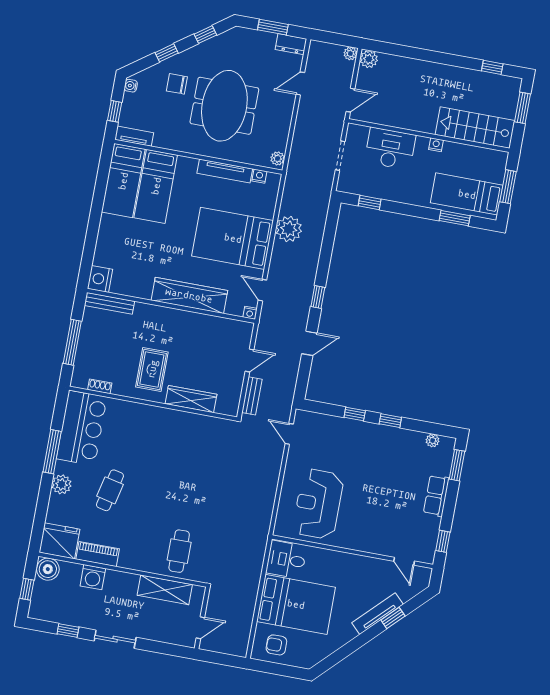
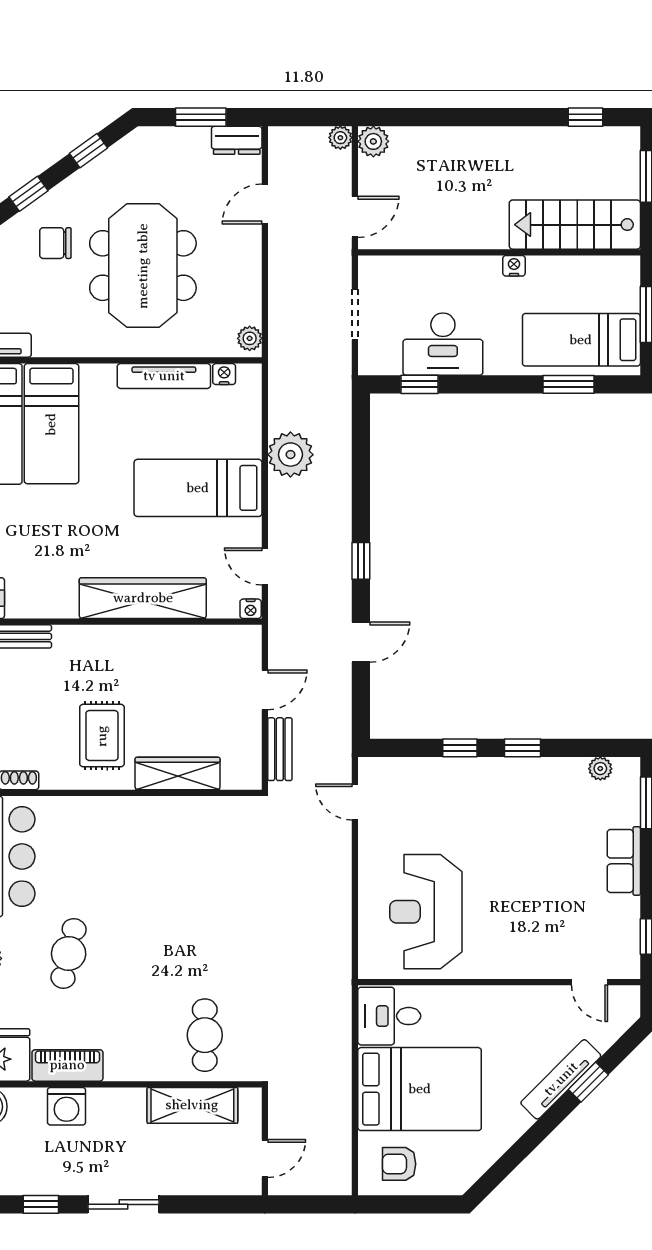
desk: (390, 149) -> (443, 344), moved, turned 180
bed: (233, 238) -> (198, 488), width x0.67

